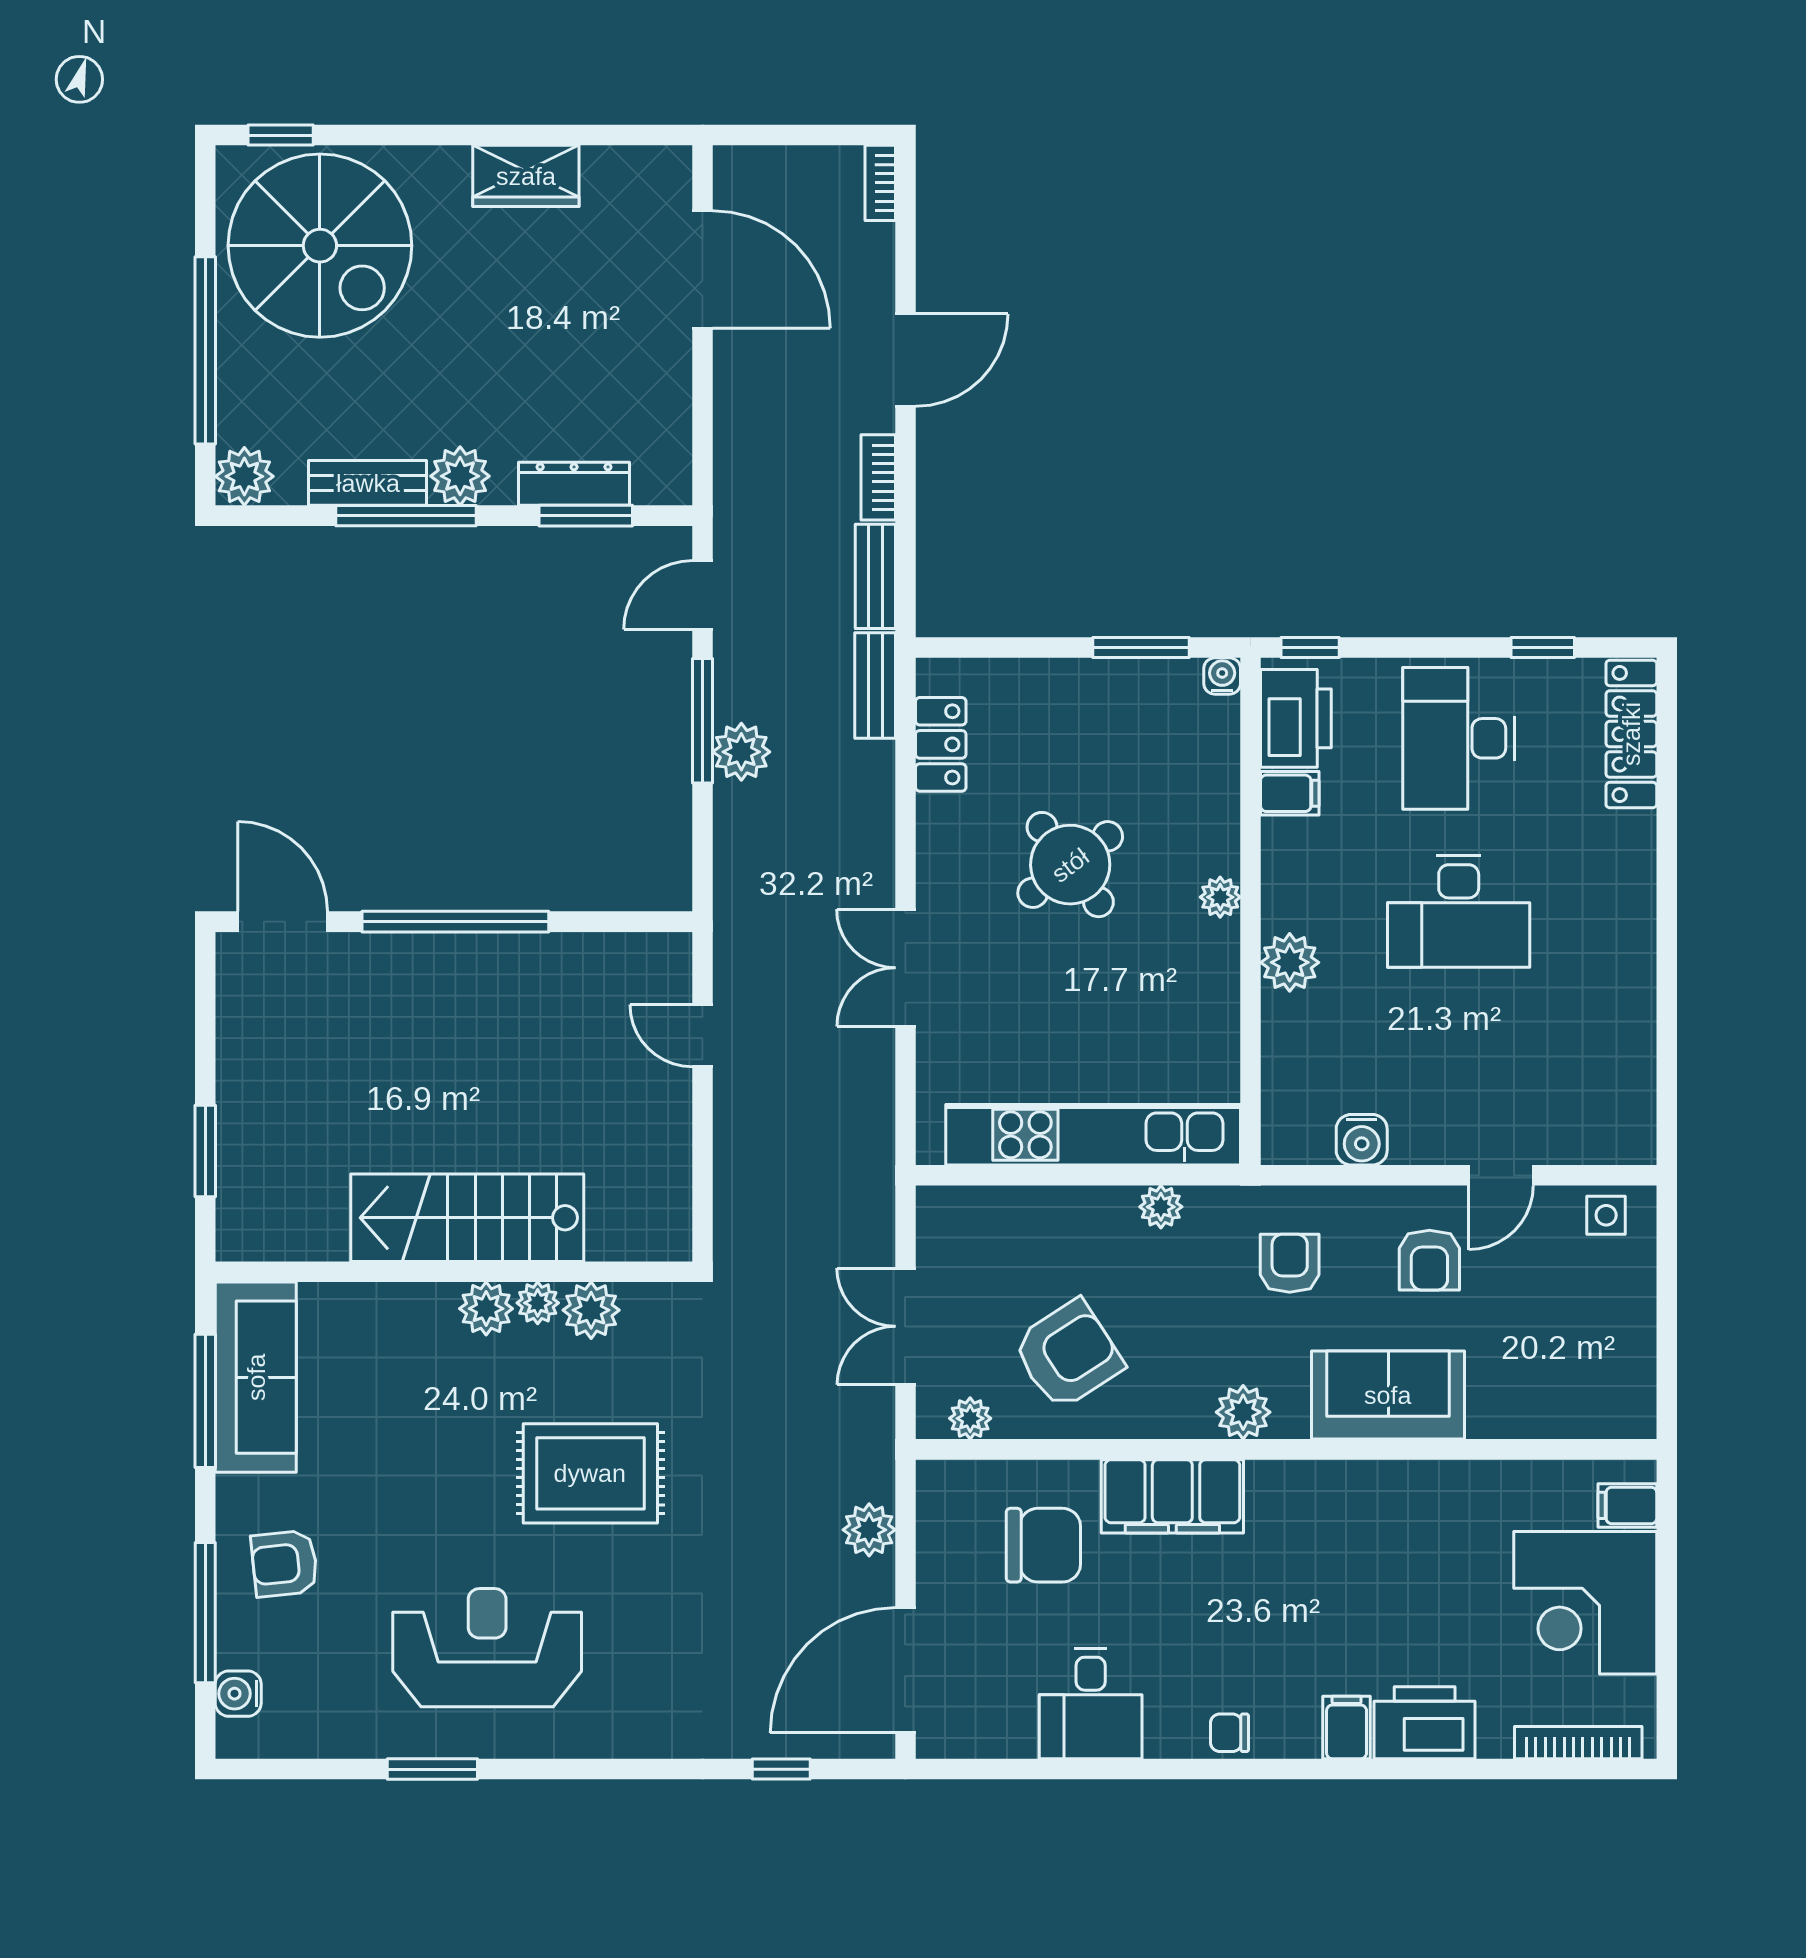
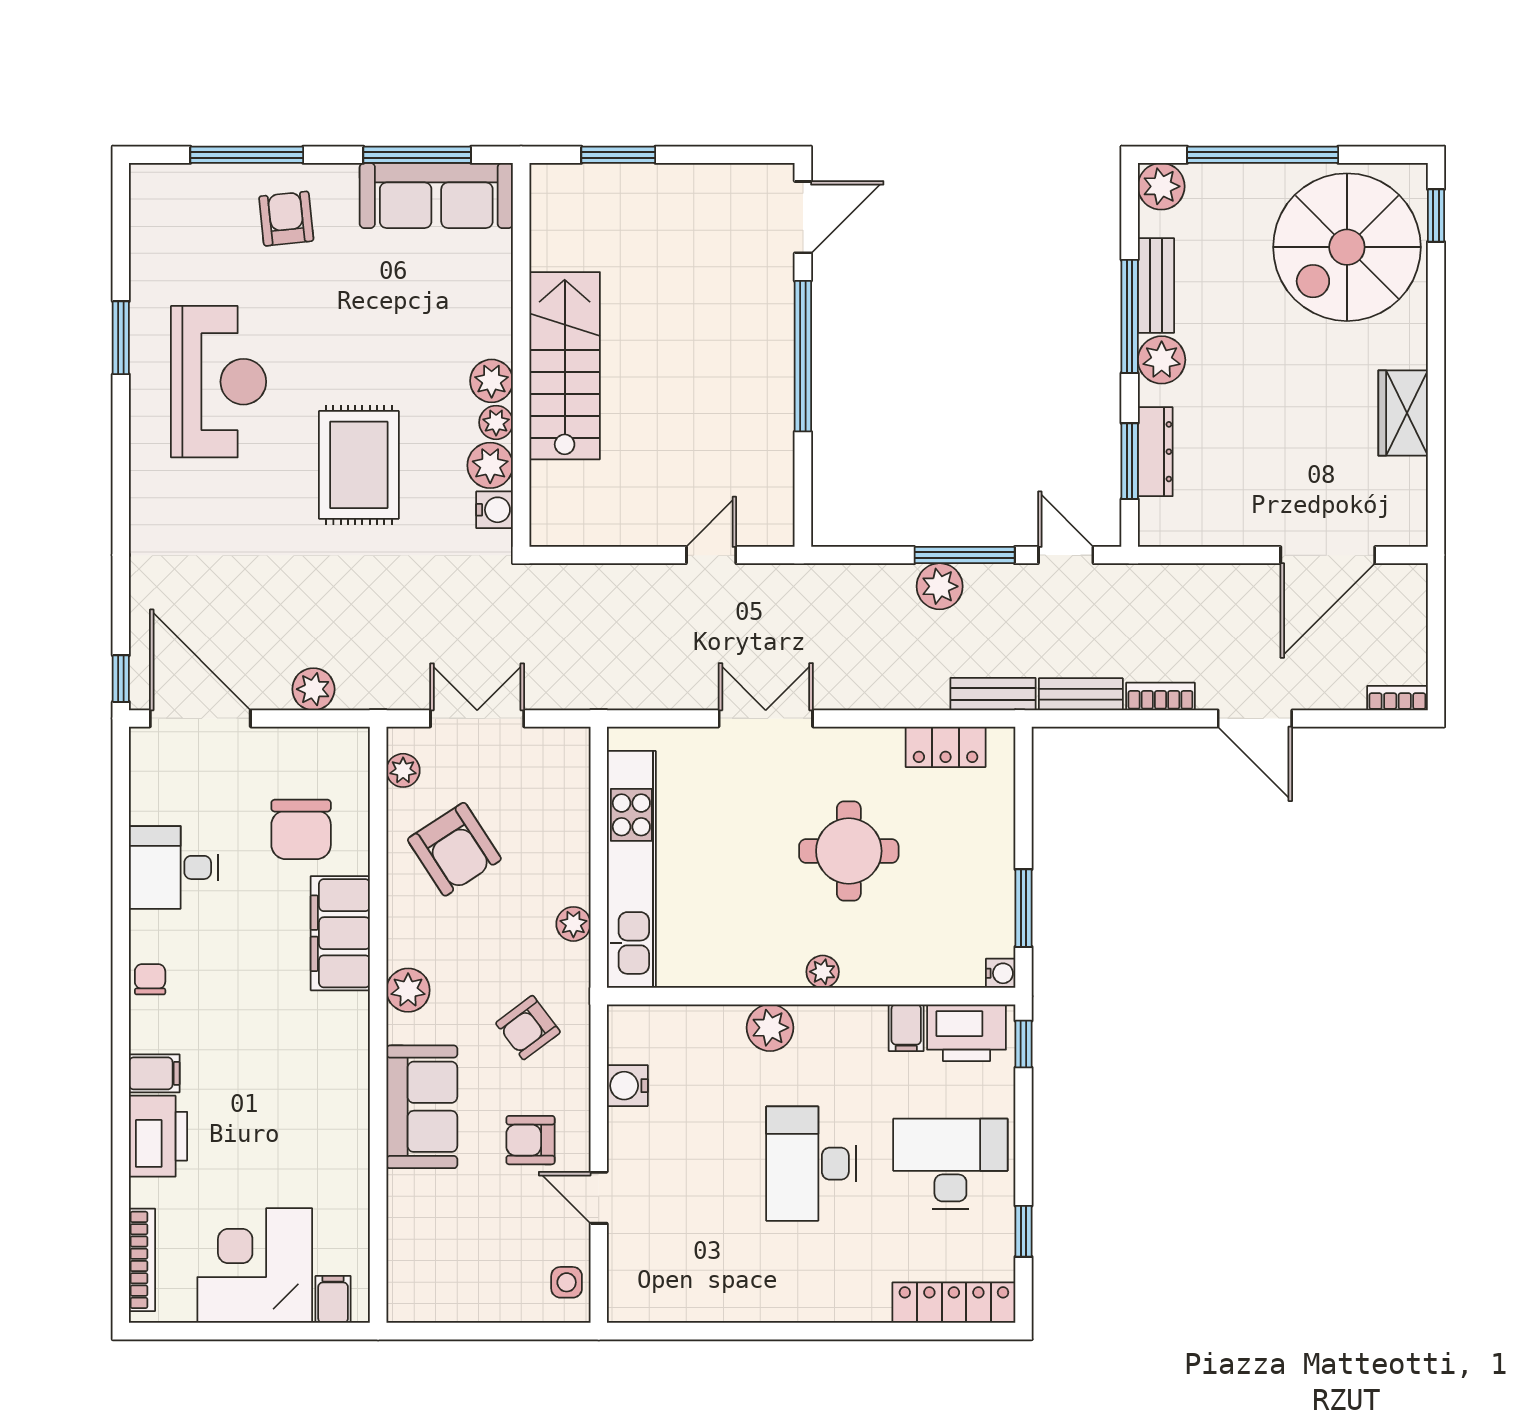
round table: (1070, 865) -> (849, 851), turned 37
armchair: (1290, 1263) -> (528, 1028), turned 143
water cooler: (238, 1694) -> (495, 510), moved, turned 90
window: (781, 1769) -> (121, 679), moved

